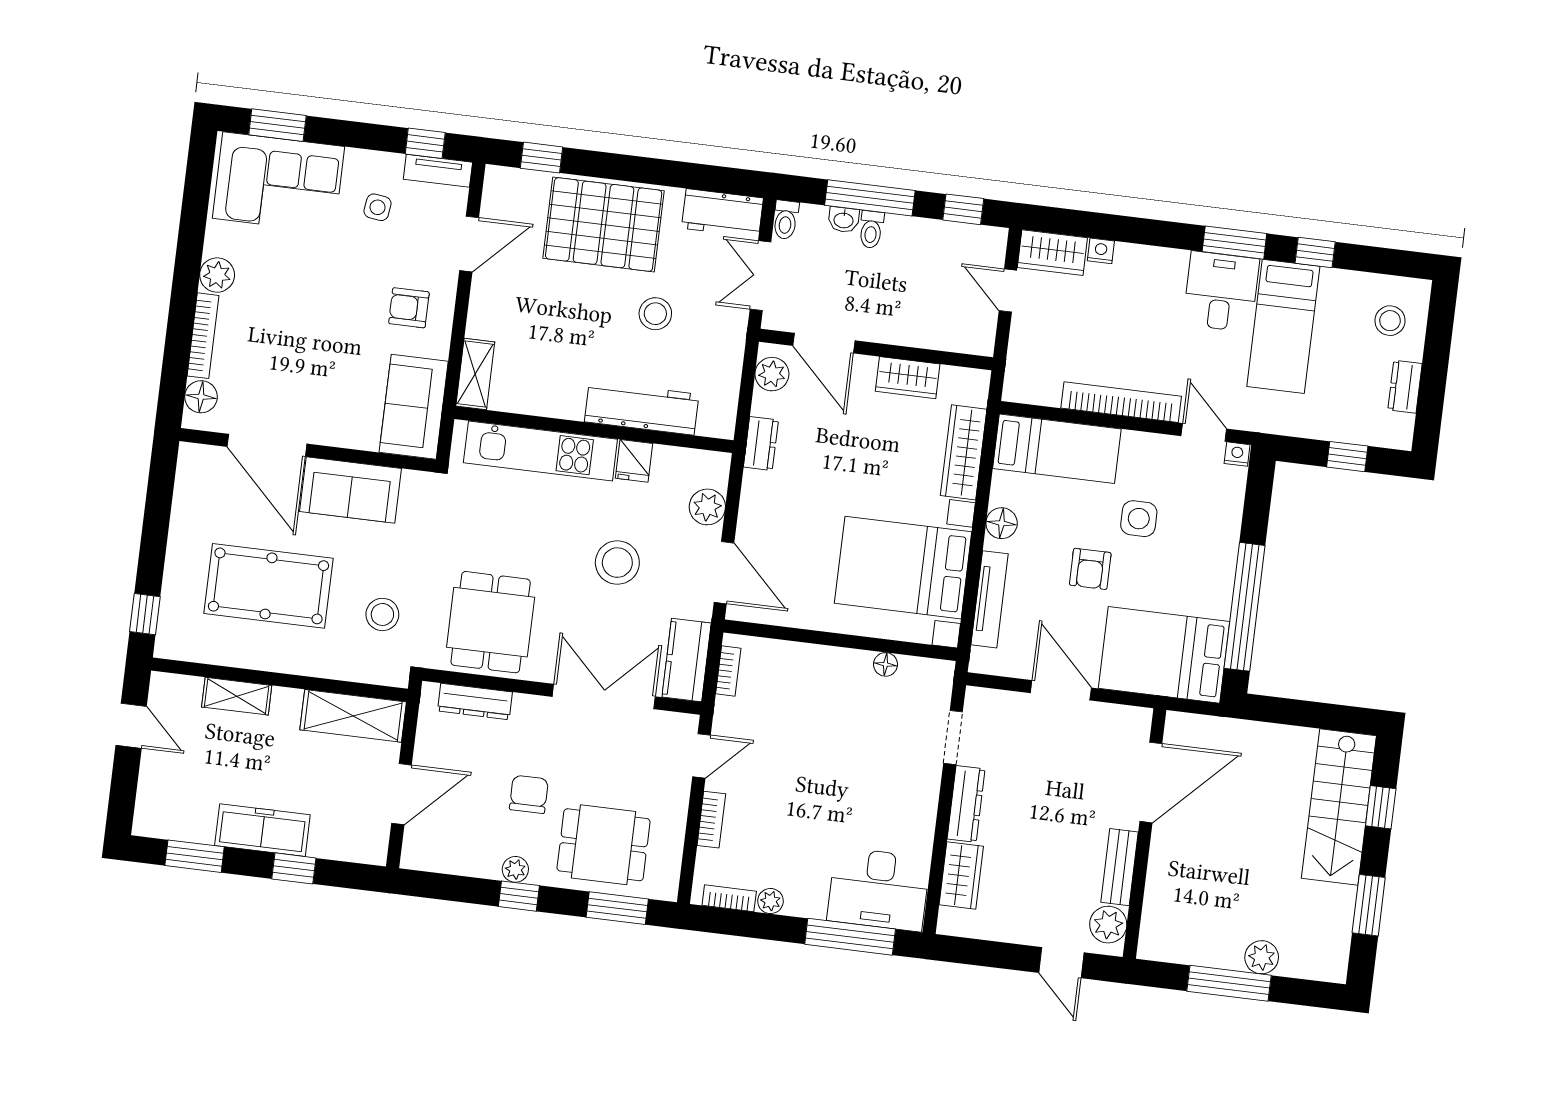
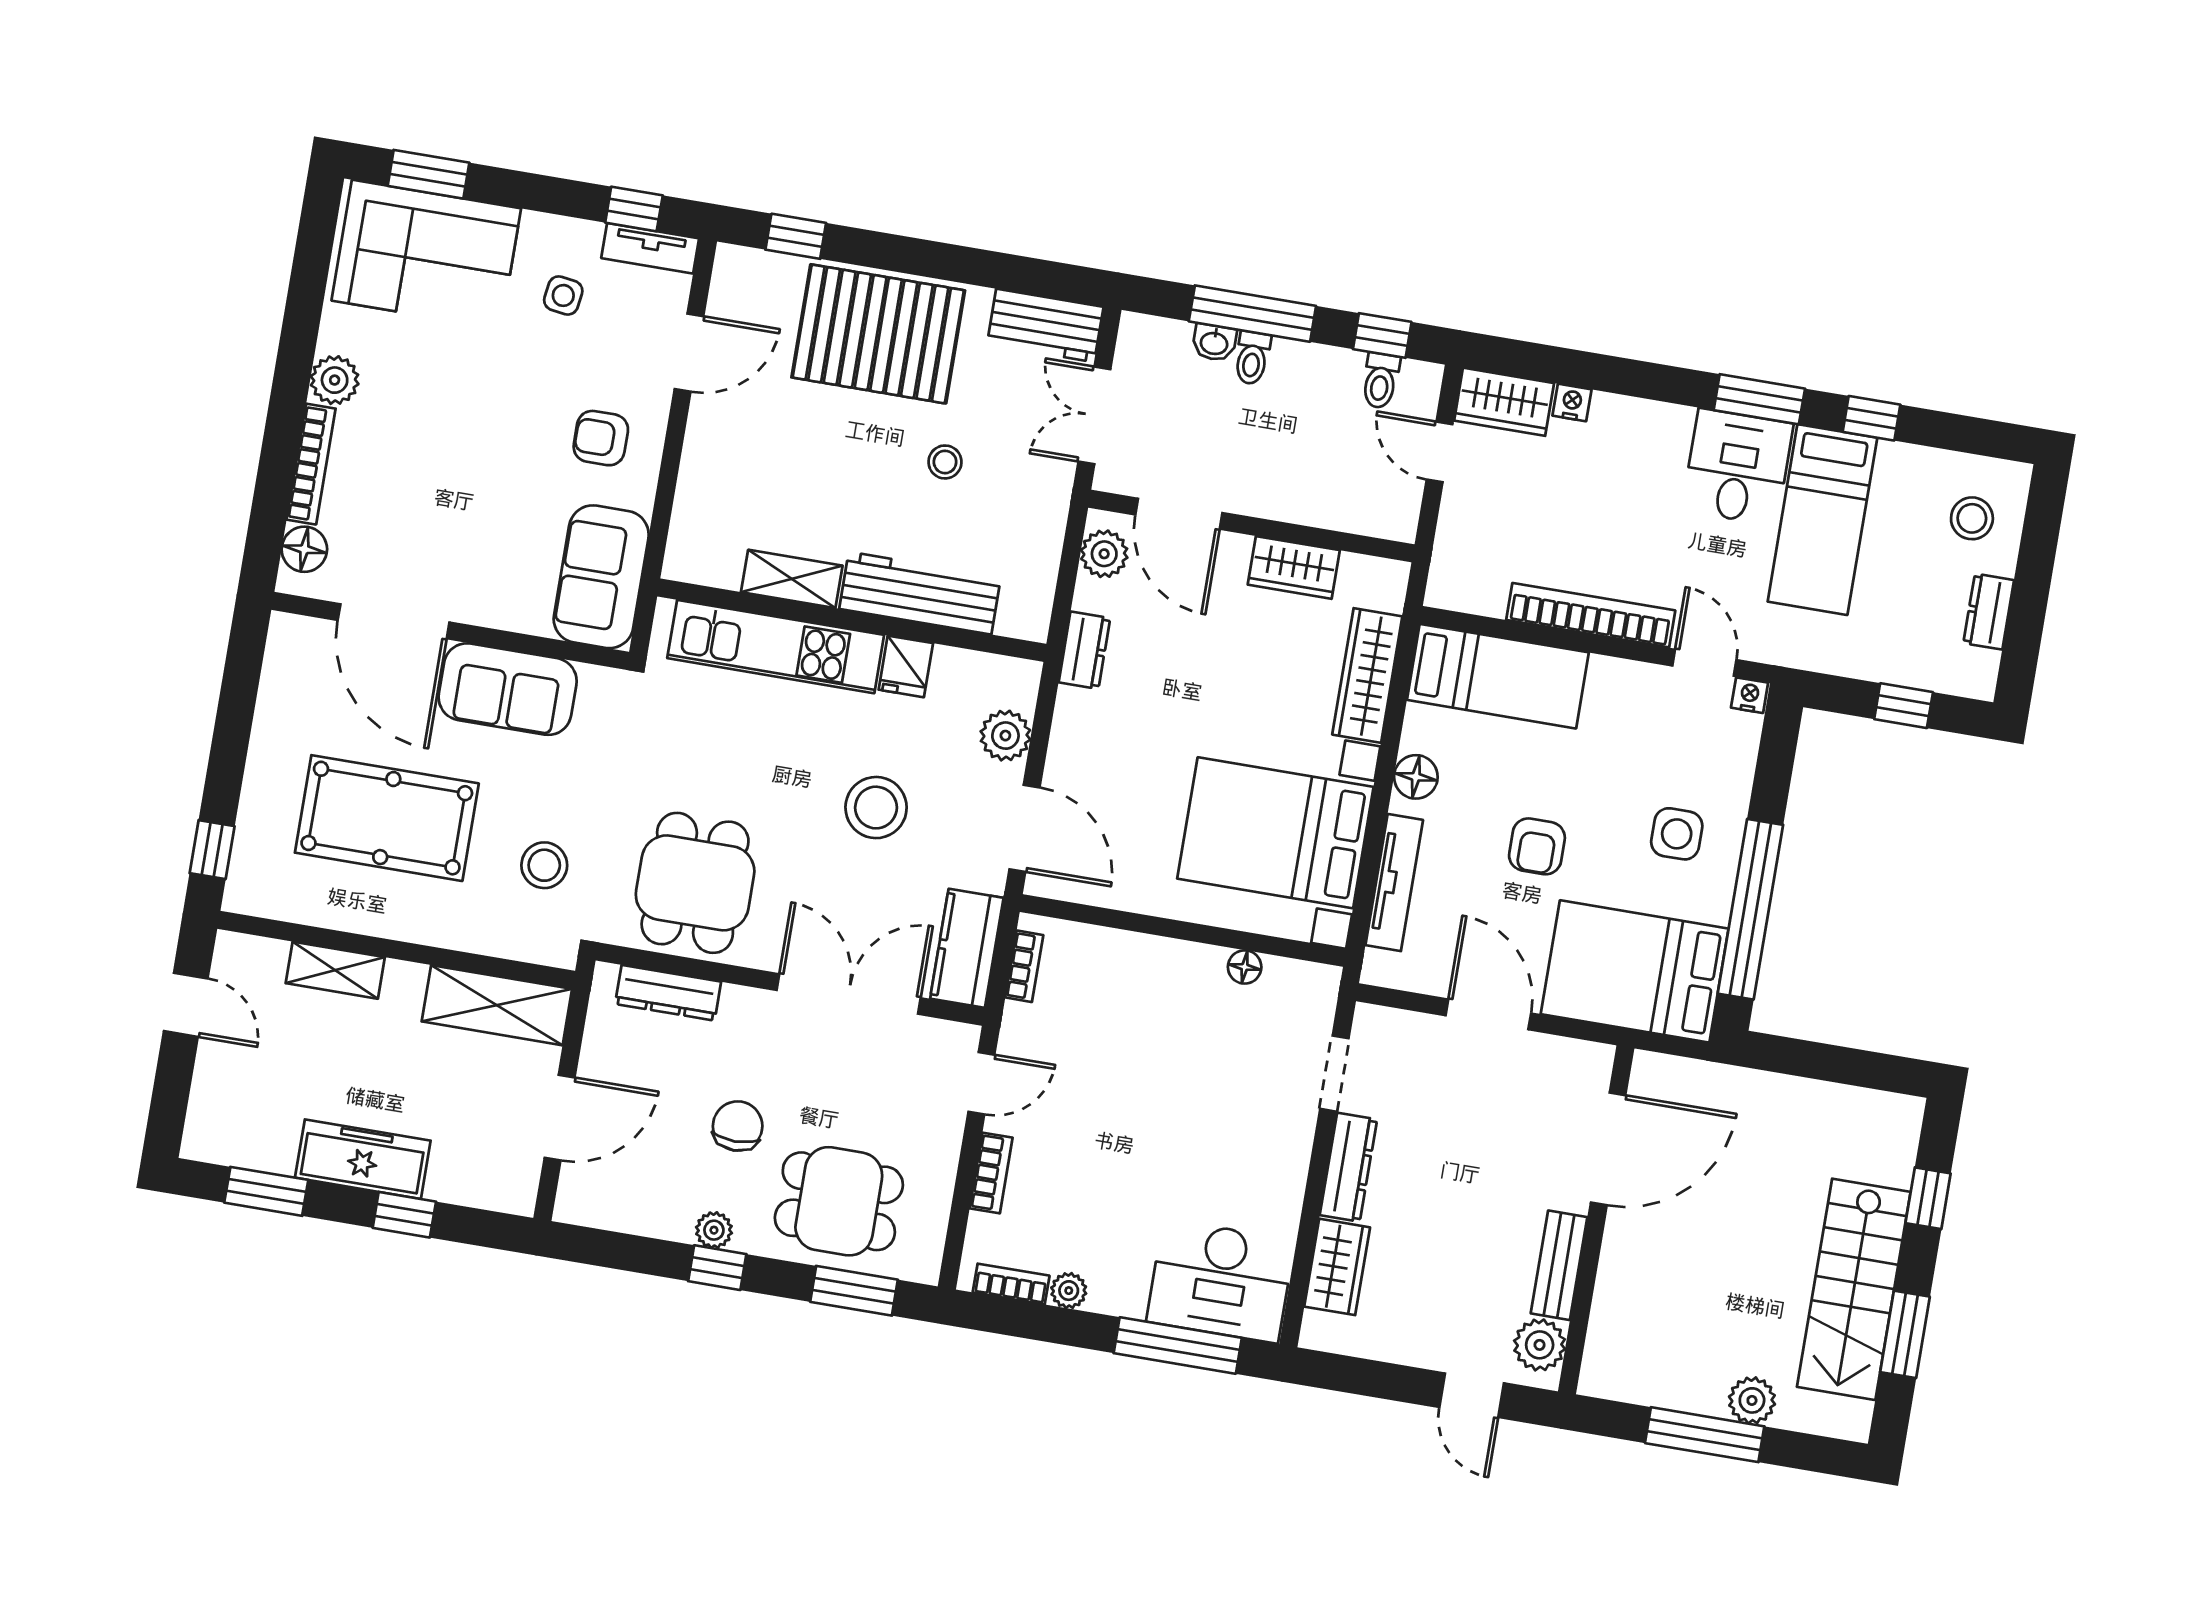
toilet: (786, 220) -> (1380, 381), moved
stool: (655, 314) -> (945, 462), width x0.73, depth x0.73
shelving: (475, 374) -> (792, 579), moved, turned 90
side table: (1139, 519) -> (1677, 834), moved
stairs: (1339, 807) -> (1854, 1289), moved

